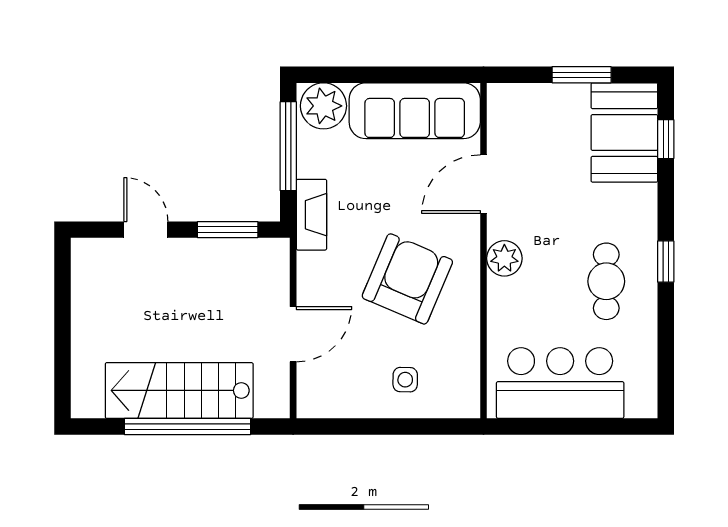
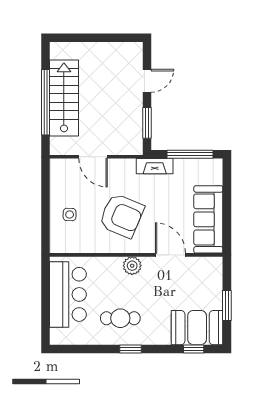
plant: (323, 106) -> (211, 172), removed

